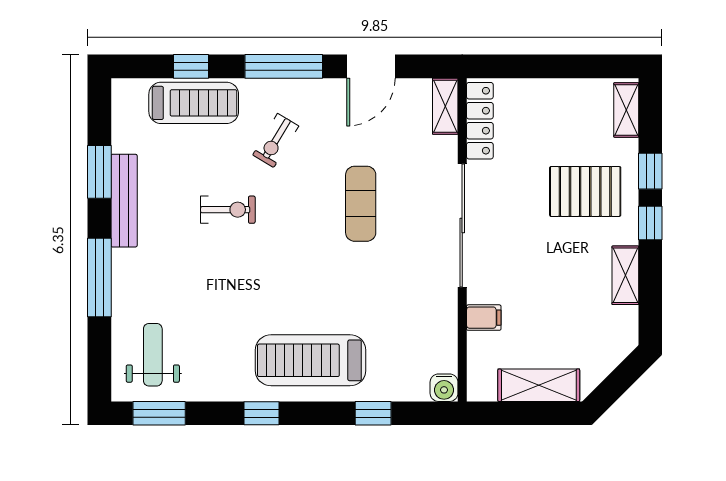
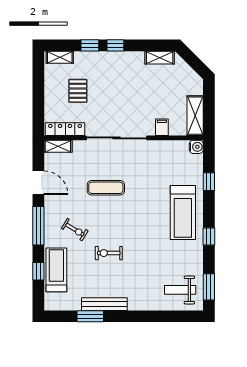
pallet: (585, 191) -> (78, 91), moved, width x0.67, depth x0.71
exercise bike: (228, 210) -> (109, 253), turned -90
shelving: (625, 275) -> (160, 58), moved
window: (99, 277) -> (142, 316), removed
shelving: (539, 385) -> (195, 116), moved

